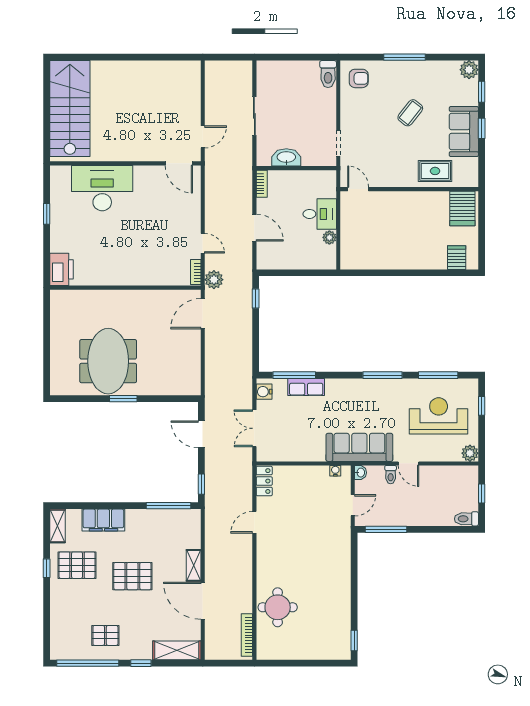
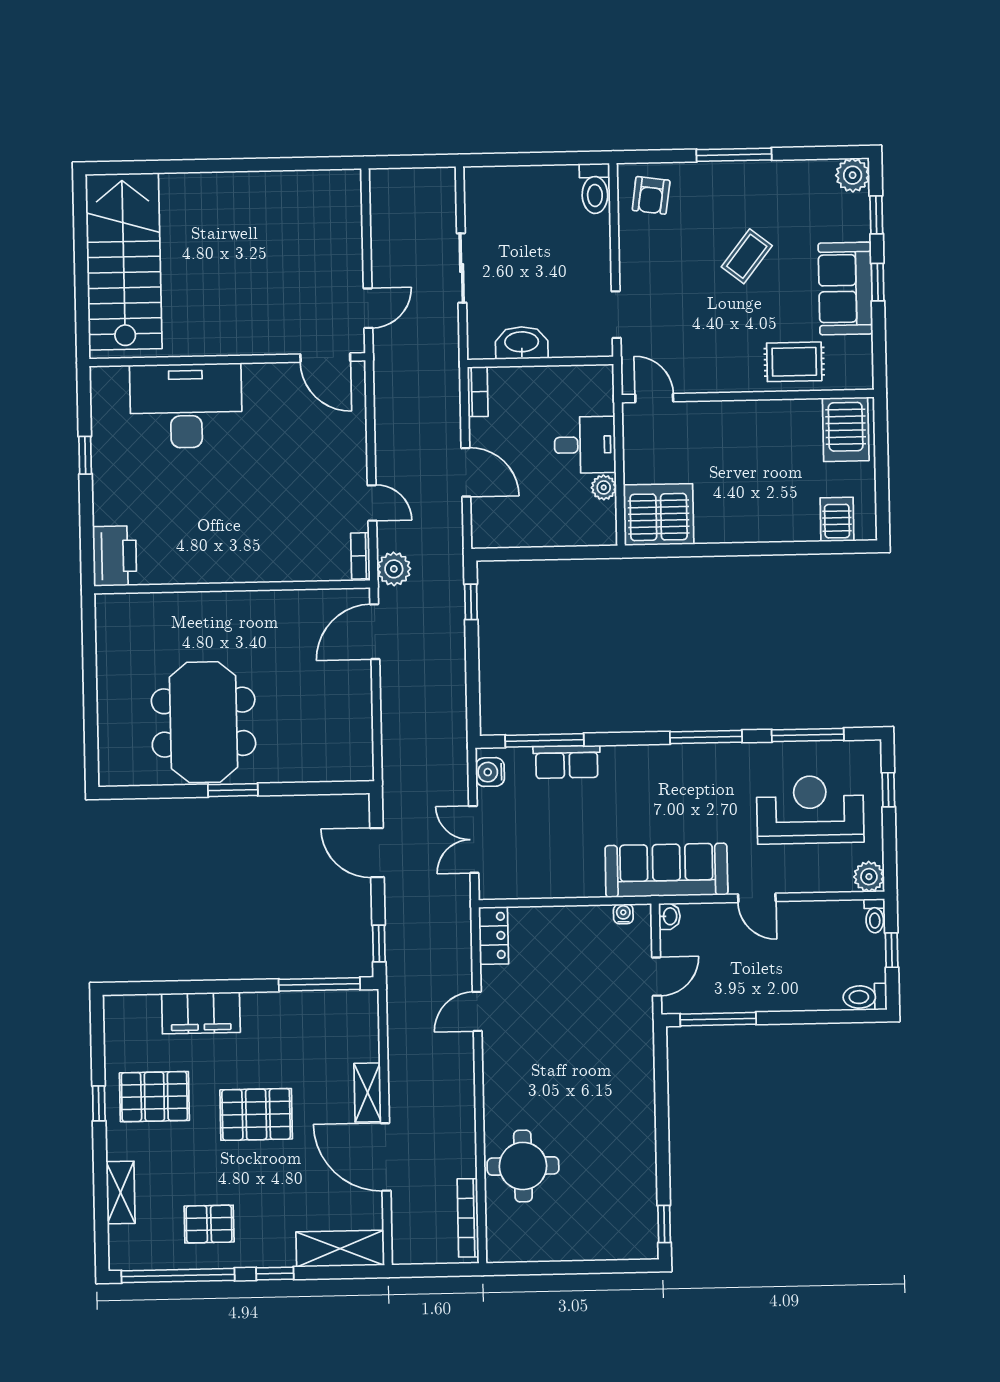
armchair: (359, 78) -> (651, 195), turned 98
server rack: (359, 253) -> (659, 515), added
toilet: (391, 475) -> (875, 916), moved
shelving: (57, 526) -> (121, 1192), moved

